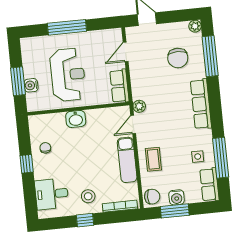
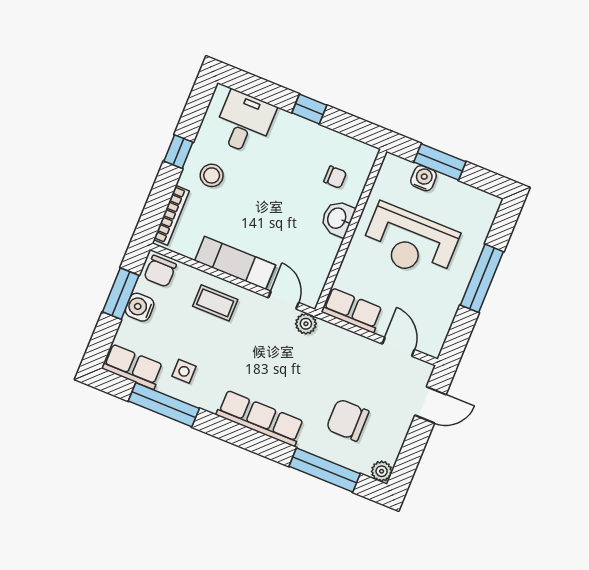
chair: (45, 148) -> (335, 177), moved

